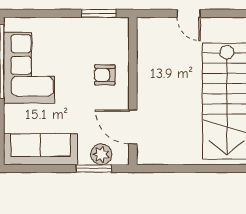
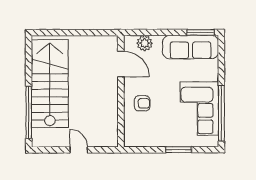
window: (99, 13) -> (179, 150), moved
window: (94, 168) -> (201, 32), moved

